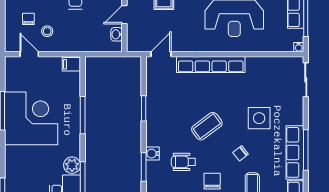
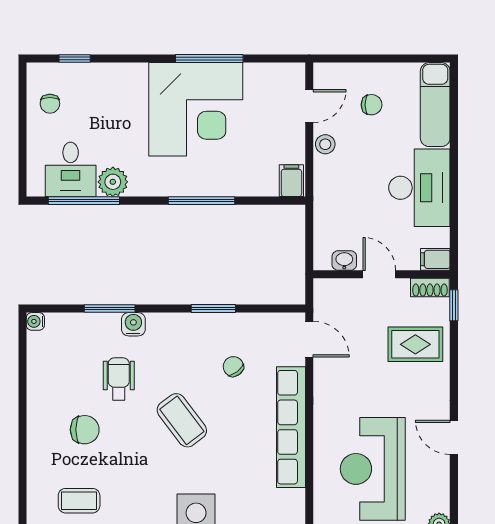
stool: (47, 31) -> (325, 144), moved
chair: (241, 153) -> (233, 367), moved

